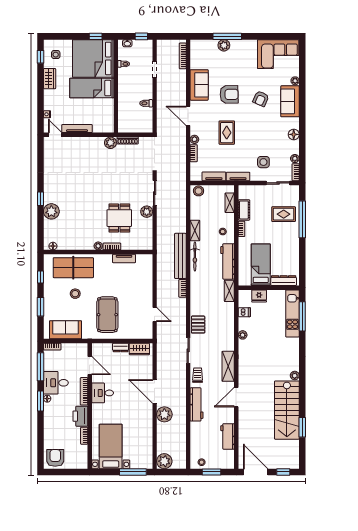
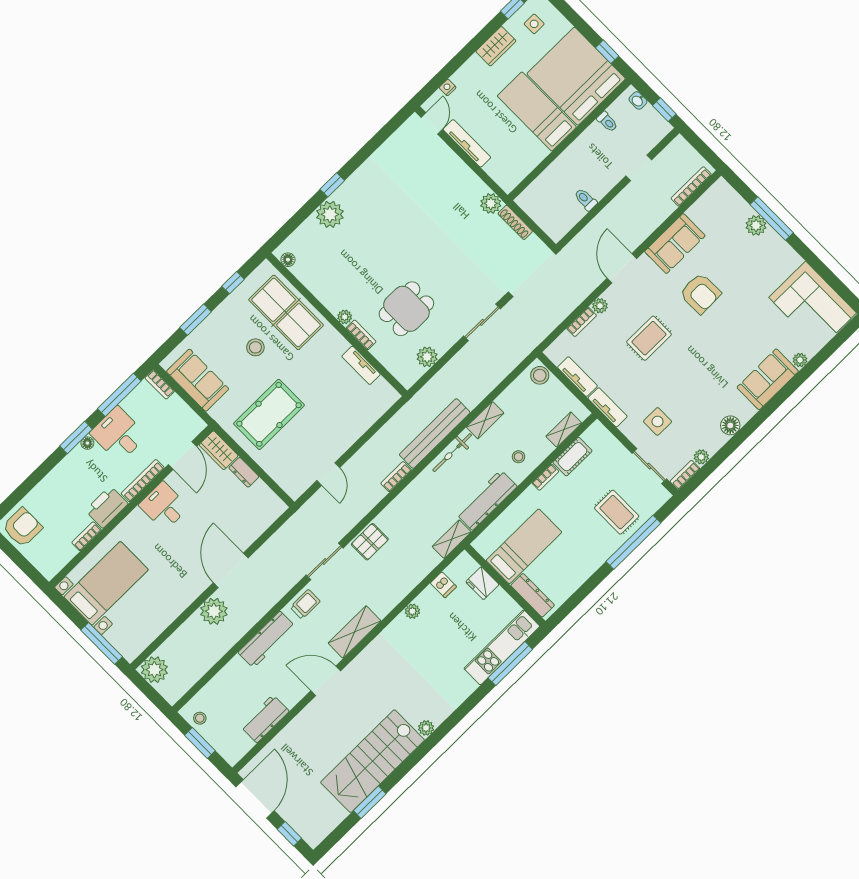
armchair: (261, 99) -> (735, 339), removed
plant: (147, 212) -> (427, 357), moved
wardrobe: (139, 349) -> (219, 450), moved

